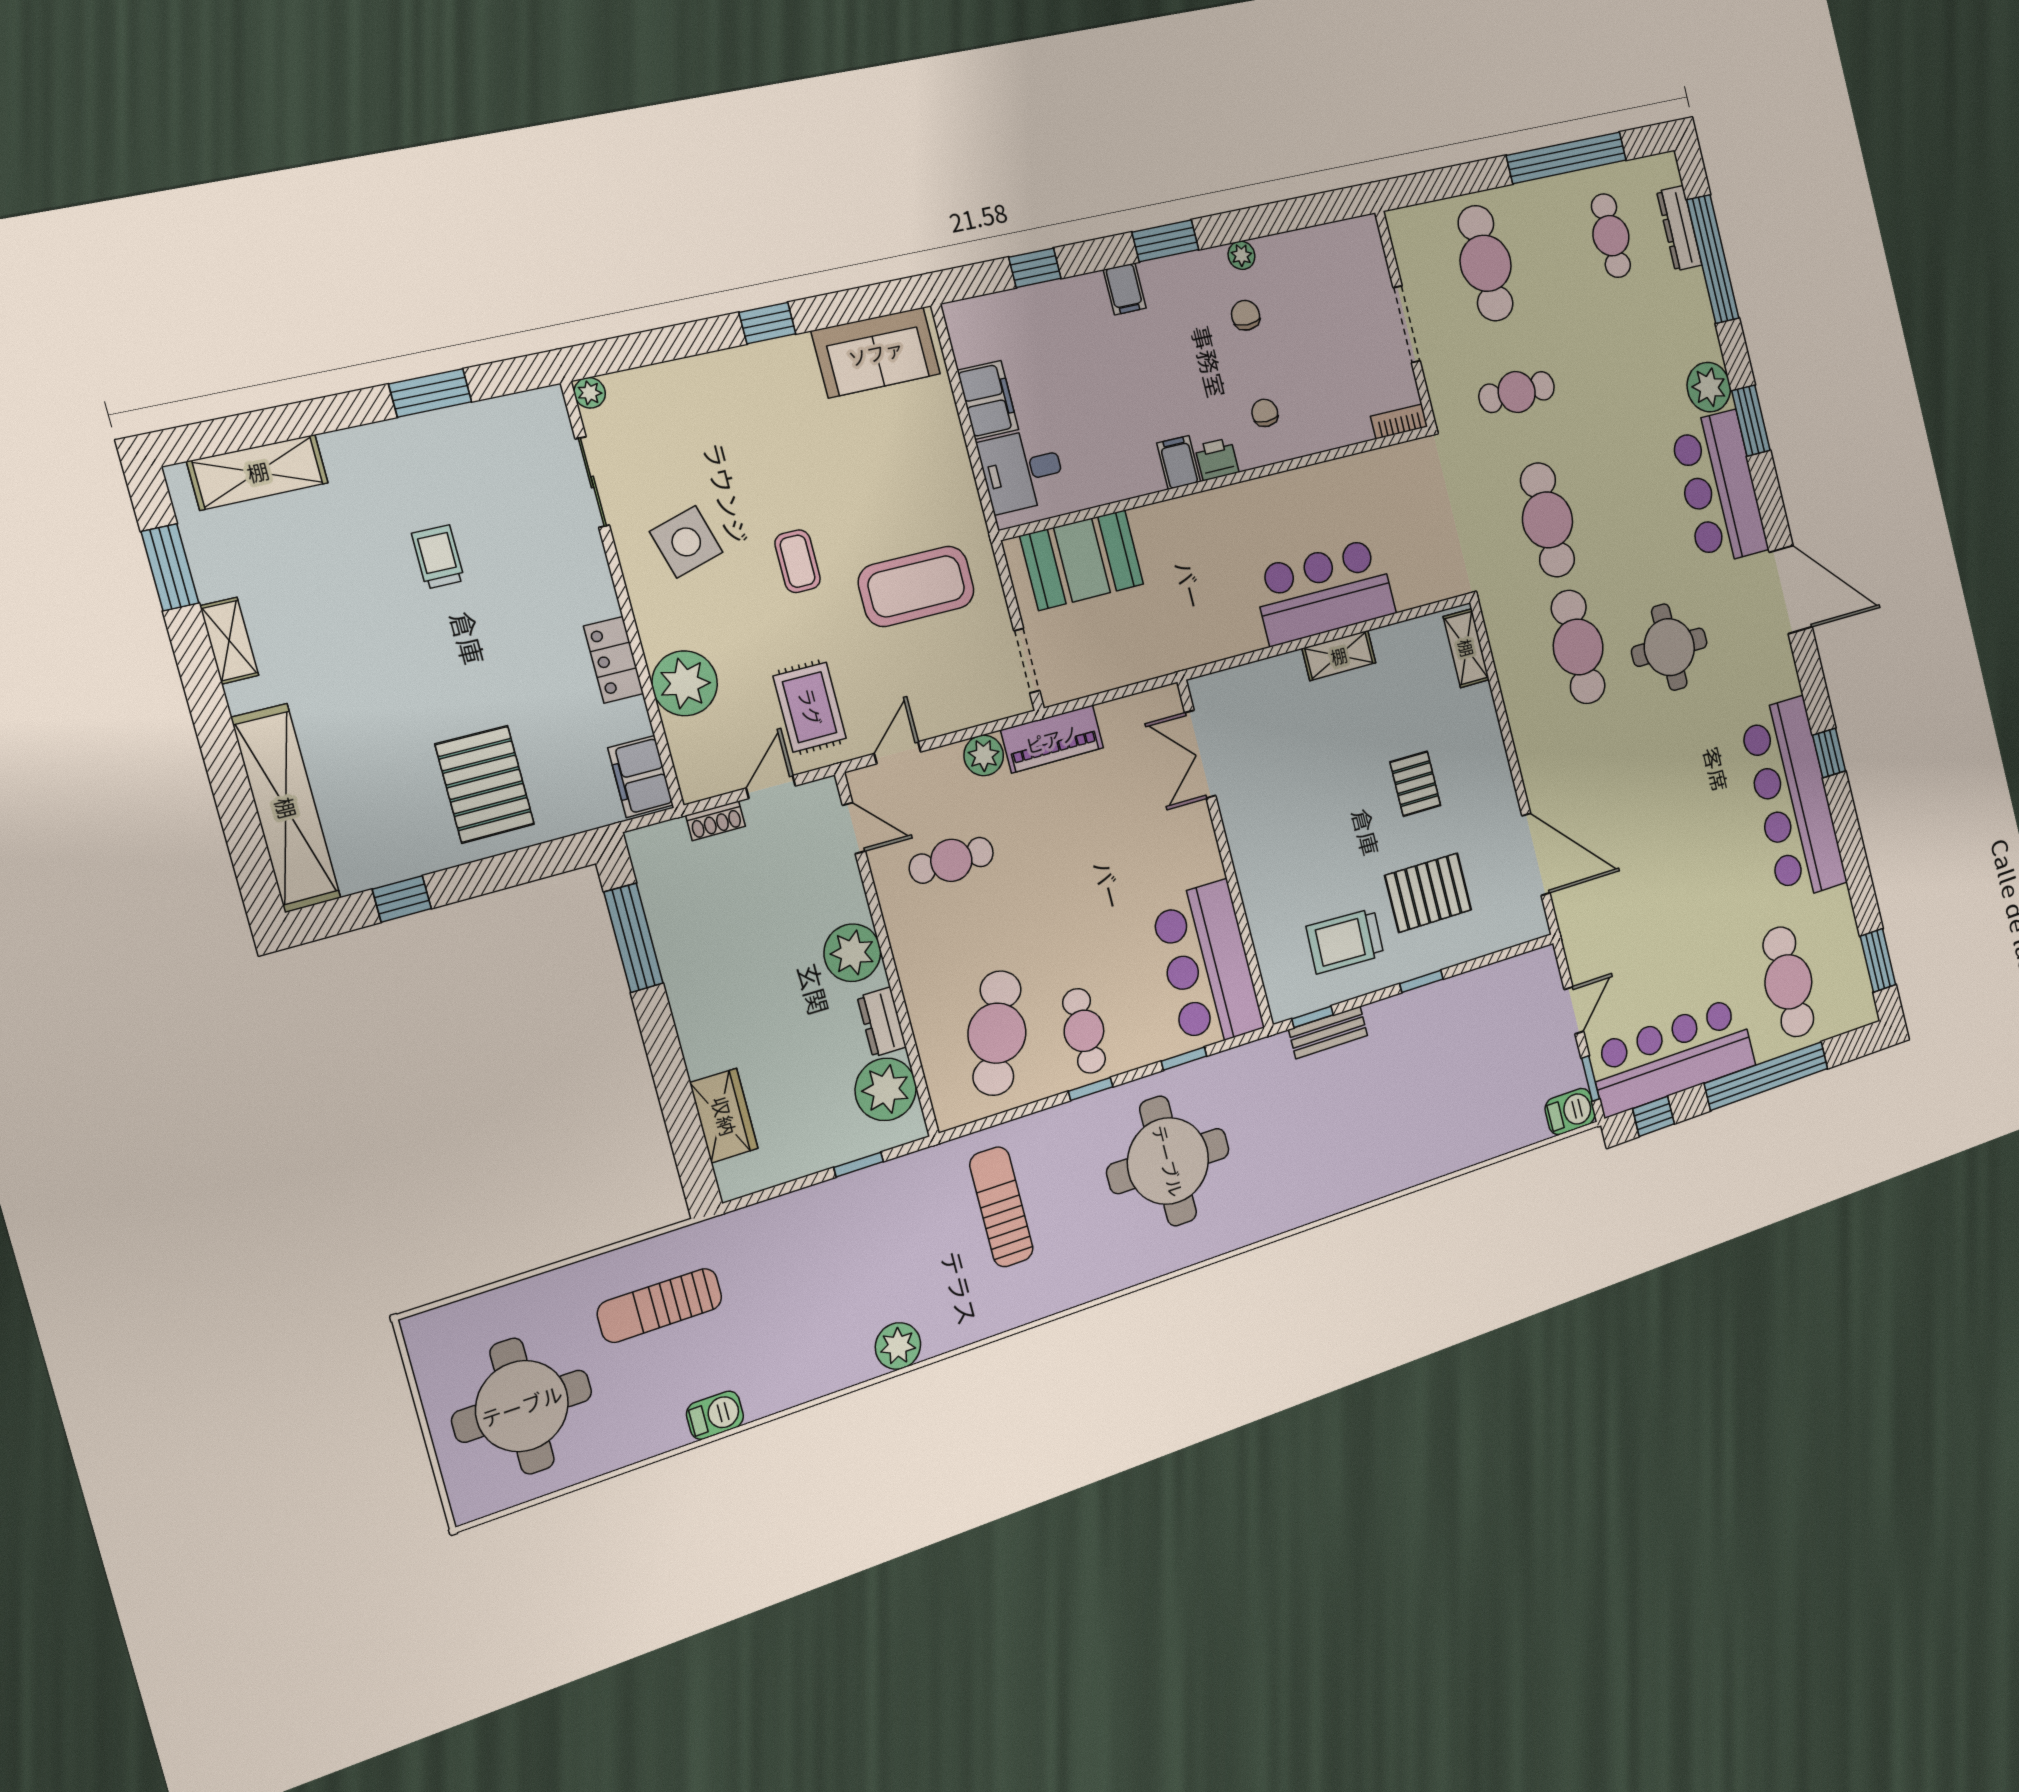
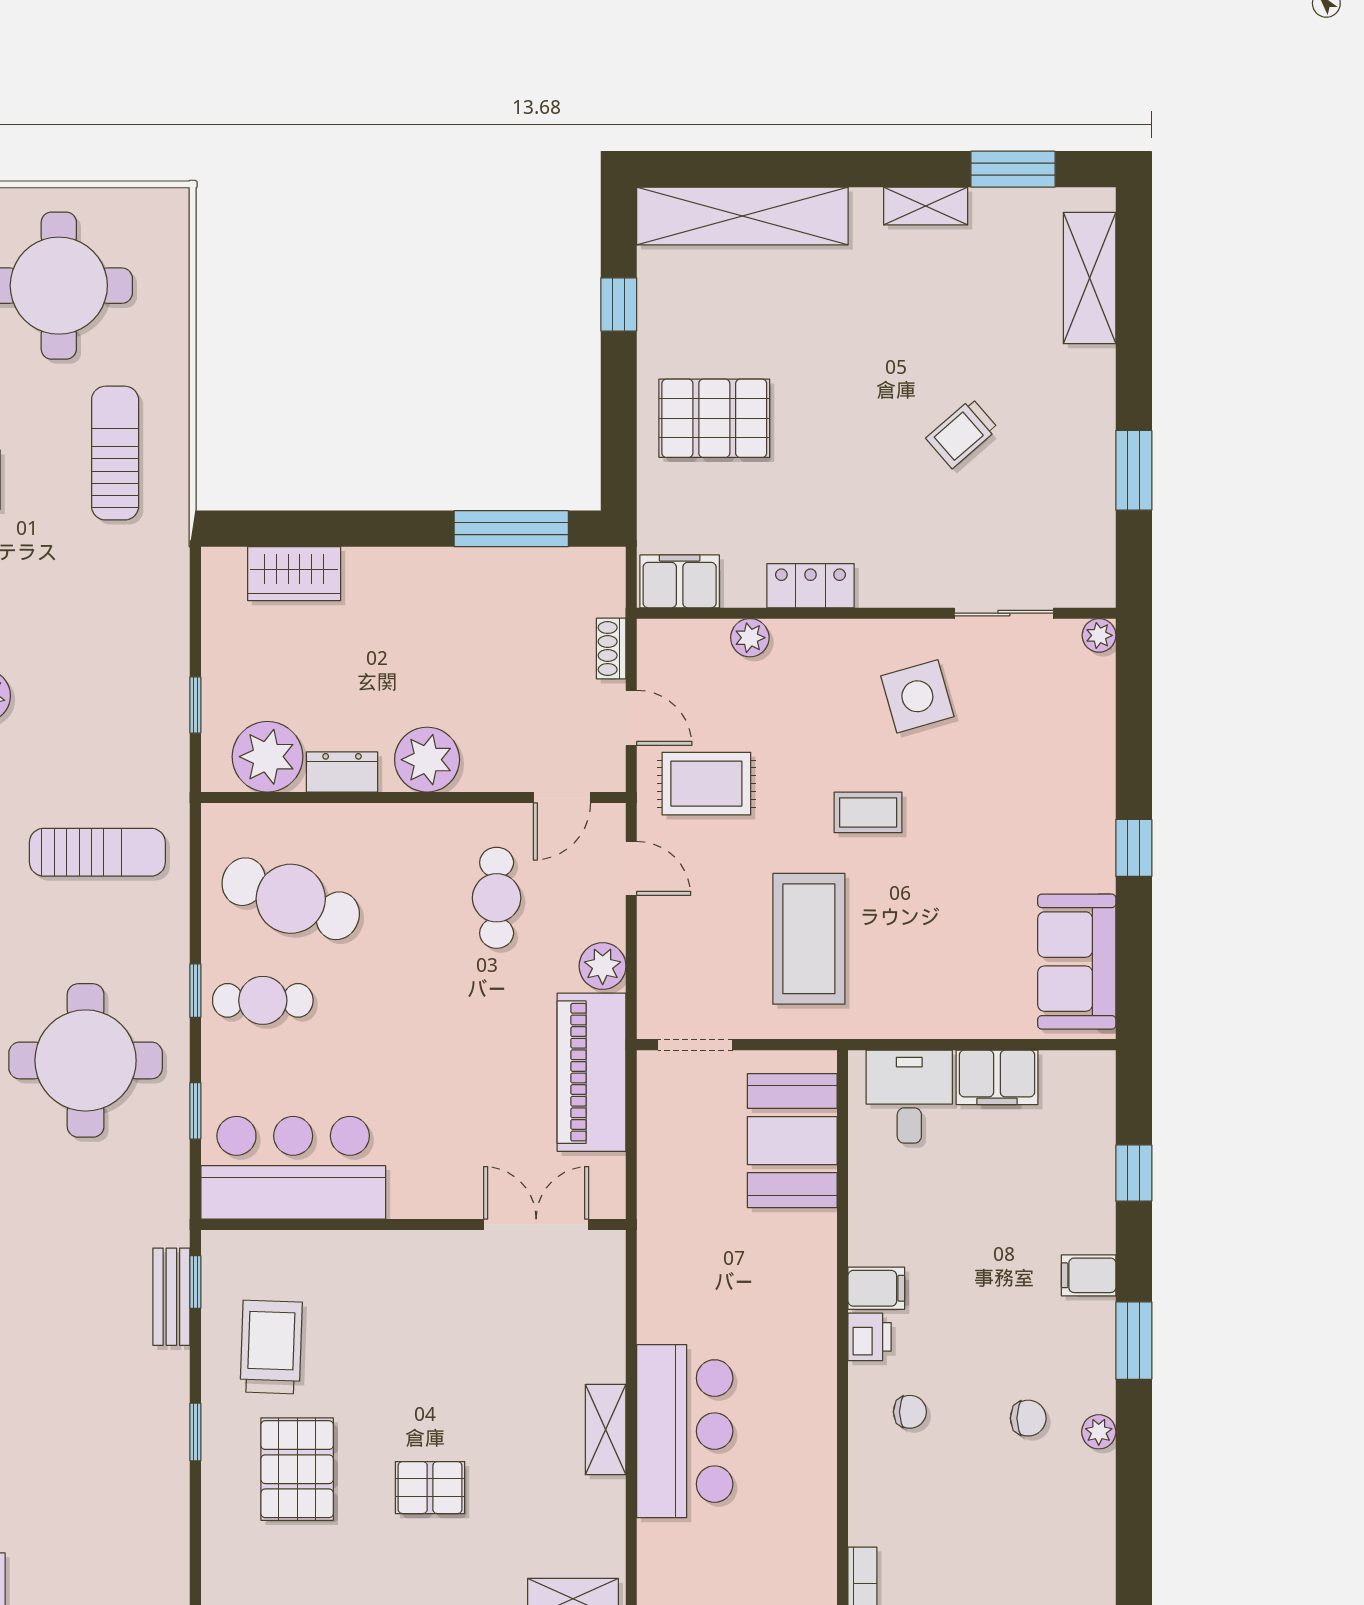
trolley: (438, 557) -> (962, 433), turned 139
plant: (685, 683) -> (750, 638), width x0.53, depth x0.53
piano: (1052, 739) -> (592, 1072), width x1.37, depth x1.33

